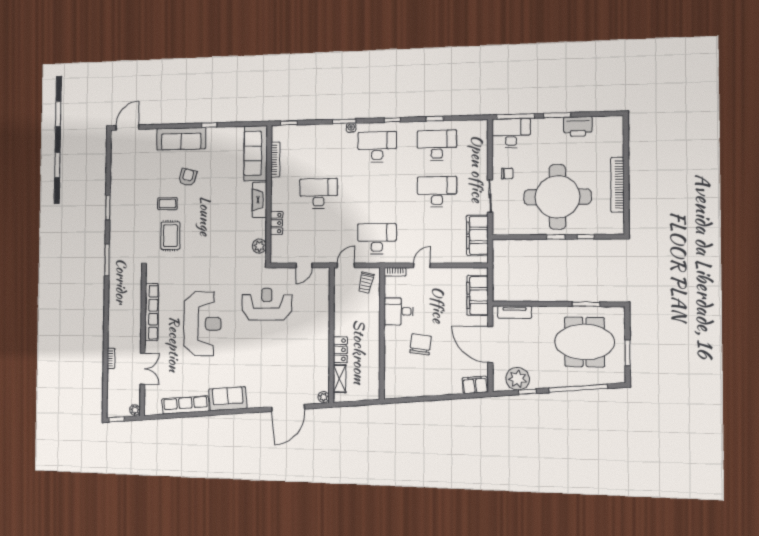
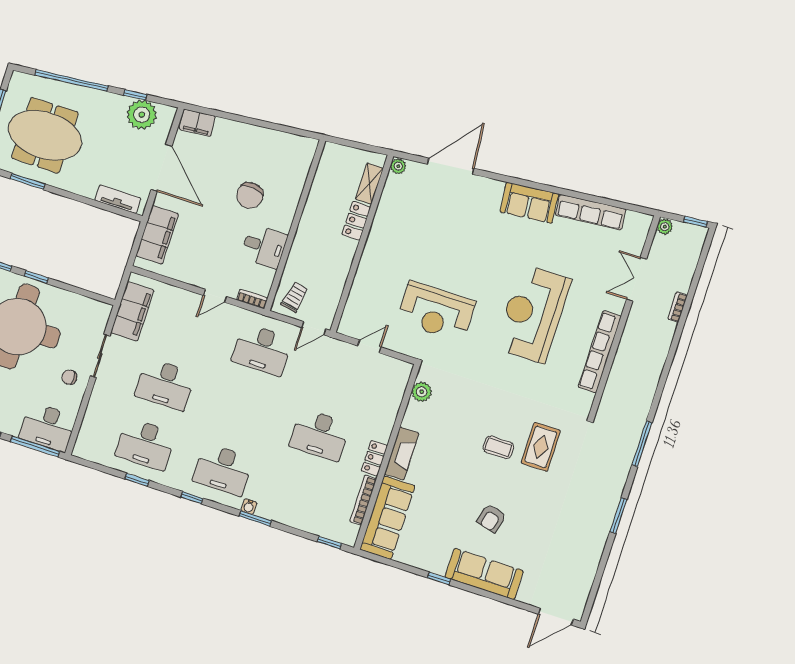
coffee table: (167, 204) -> (498, 447), moved
locker: (276, 223) -> (374, 458), moved

